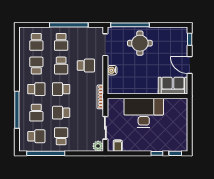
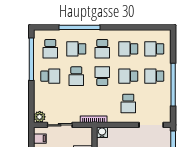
school desk: (36, 66) -> (128, 49), turned 180
water cooler: (112, 70) -> (102, 132), moved
school desk: (61, 113) -> (76, 76), turned 180

